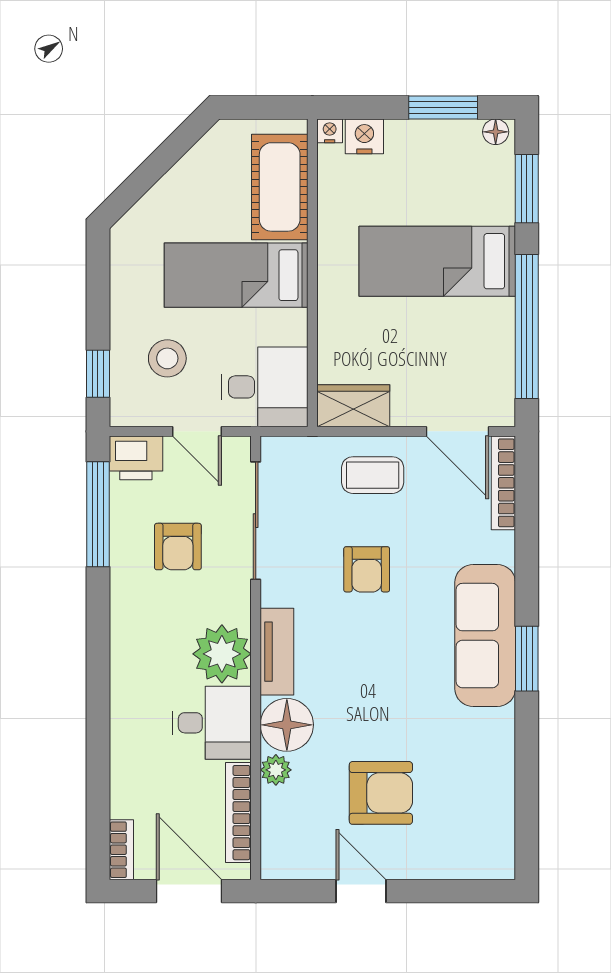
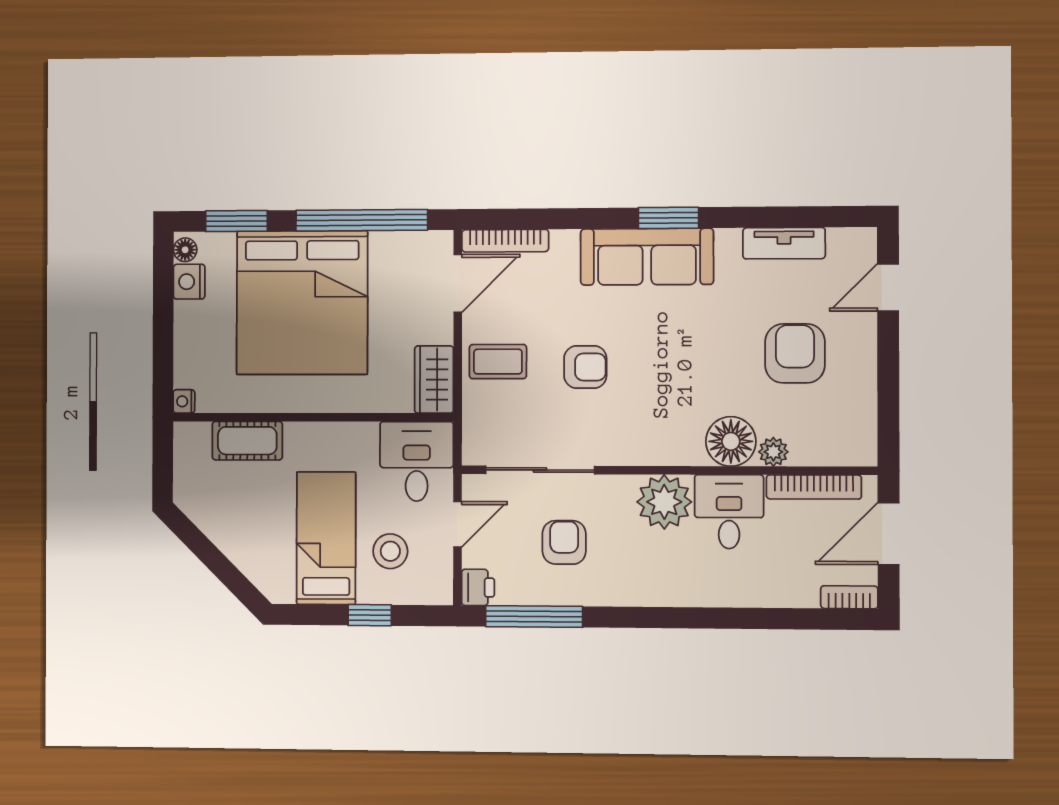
window: (443, 108) -> (163, 298), removed
nightstand: (364, 136) -> (189, 282), moved
cot: (280, 187) -> (247, 441), width x0.73, depth x0.75
bed: (437, 261) -> (302, 303), width x2.04
bed: (236, 275) -> (326, 538), moved, turned 180
window: (98, 374) -> (370, 615), moved
printer: (136, 458) -> (478, 587), width x0.73, depth x0.81
coffee table: (373, 475) -> (498, 362), turned 90
armchair: (178, 547) -> (564, 542), turned -90
tv unit: (277, 652) -> (784, 243), moved, turned 180
door: (361, 891) -> (888, 287), moved

